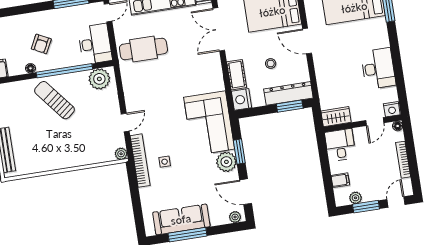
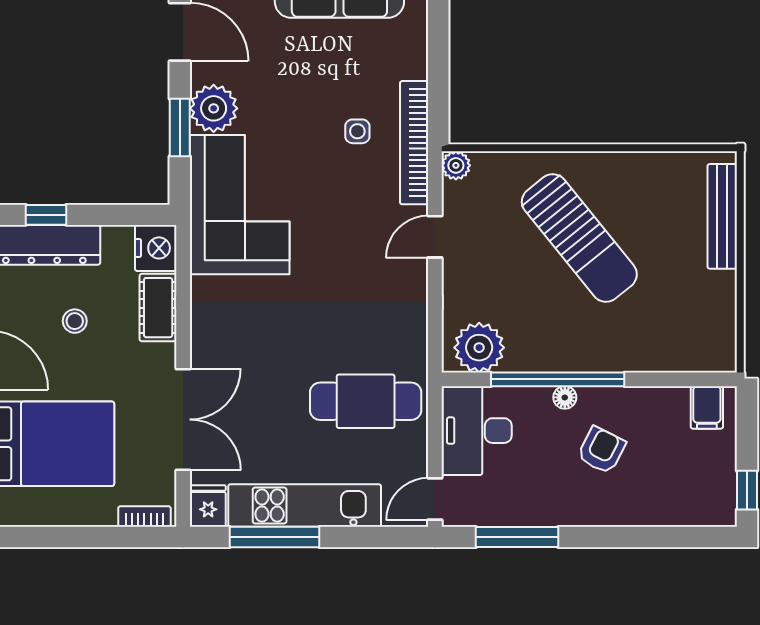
floor lamp: (30, 68) -> (565, 397), moved
sun lounger: (54, 100) -> (579, 238), moved, width x1.36, depth x1.34
window: (290, 106) -> (46, 215), width x0.67

